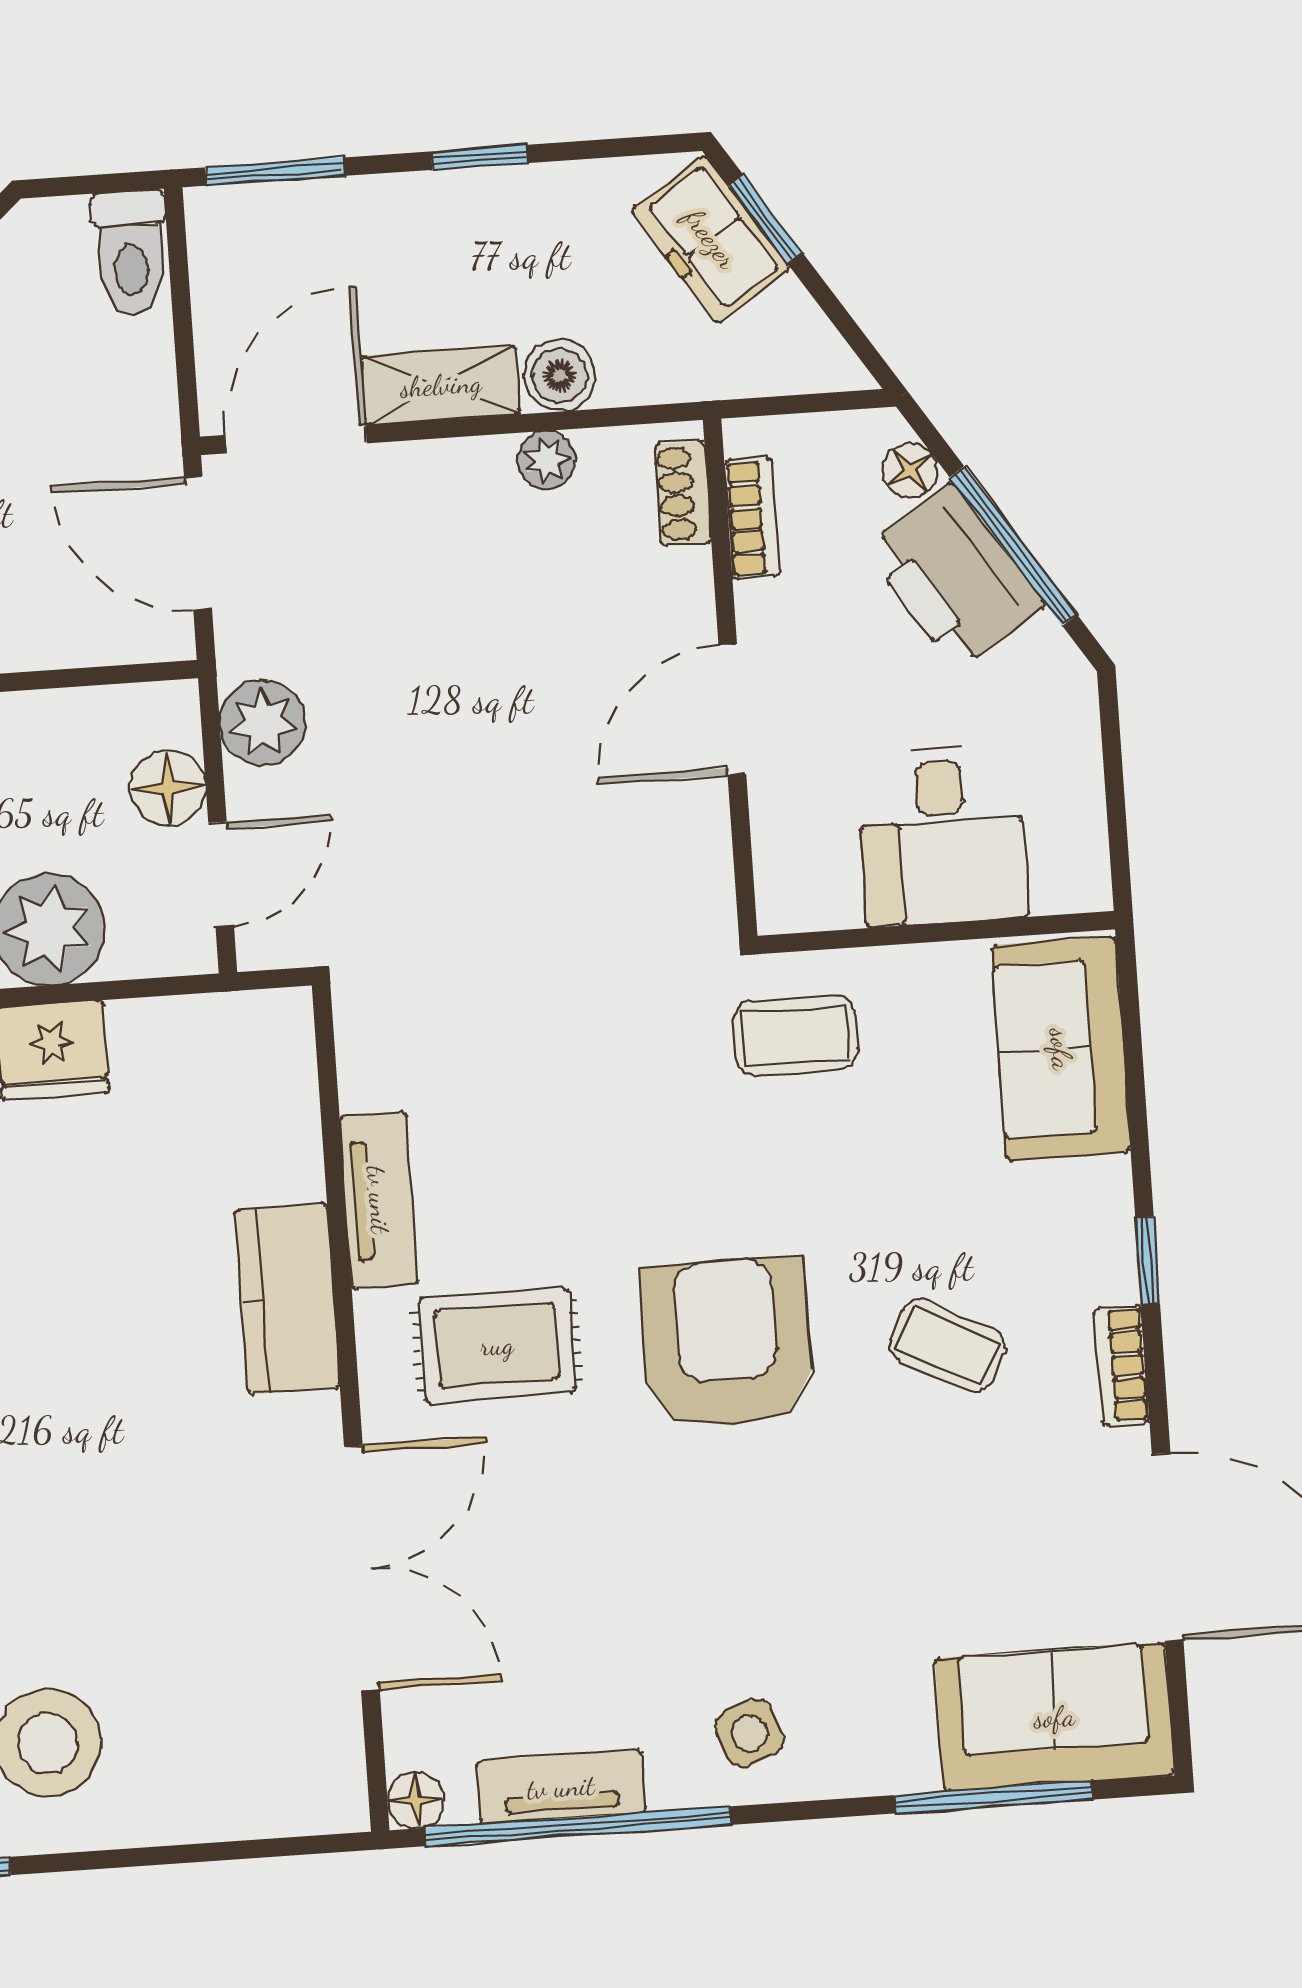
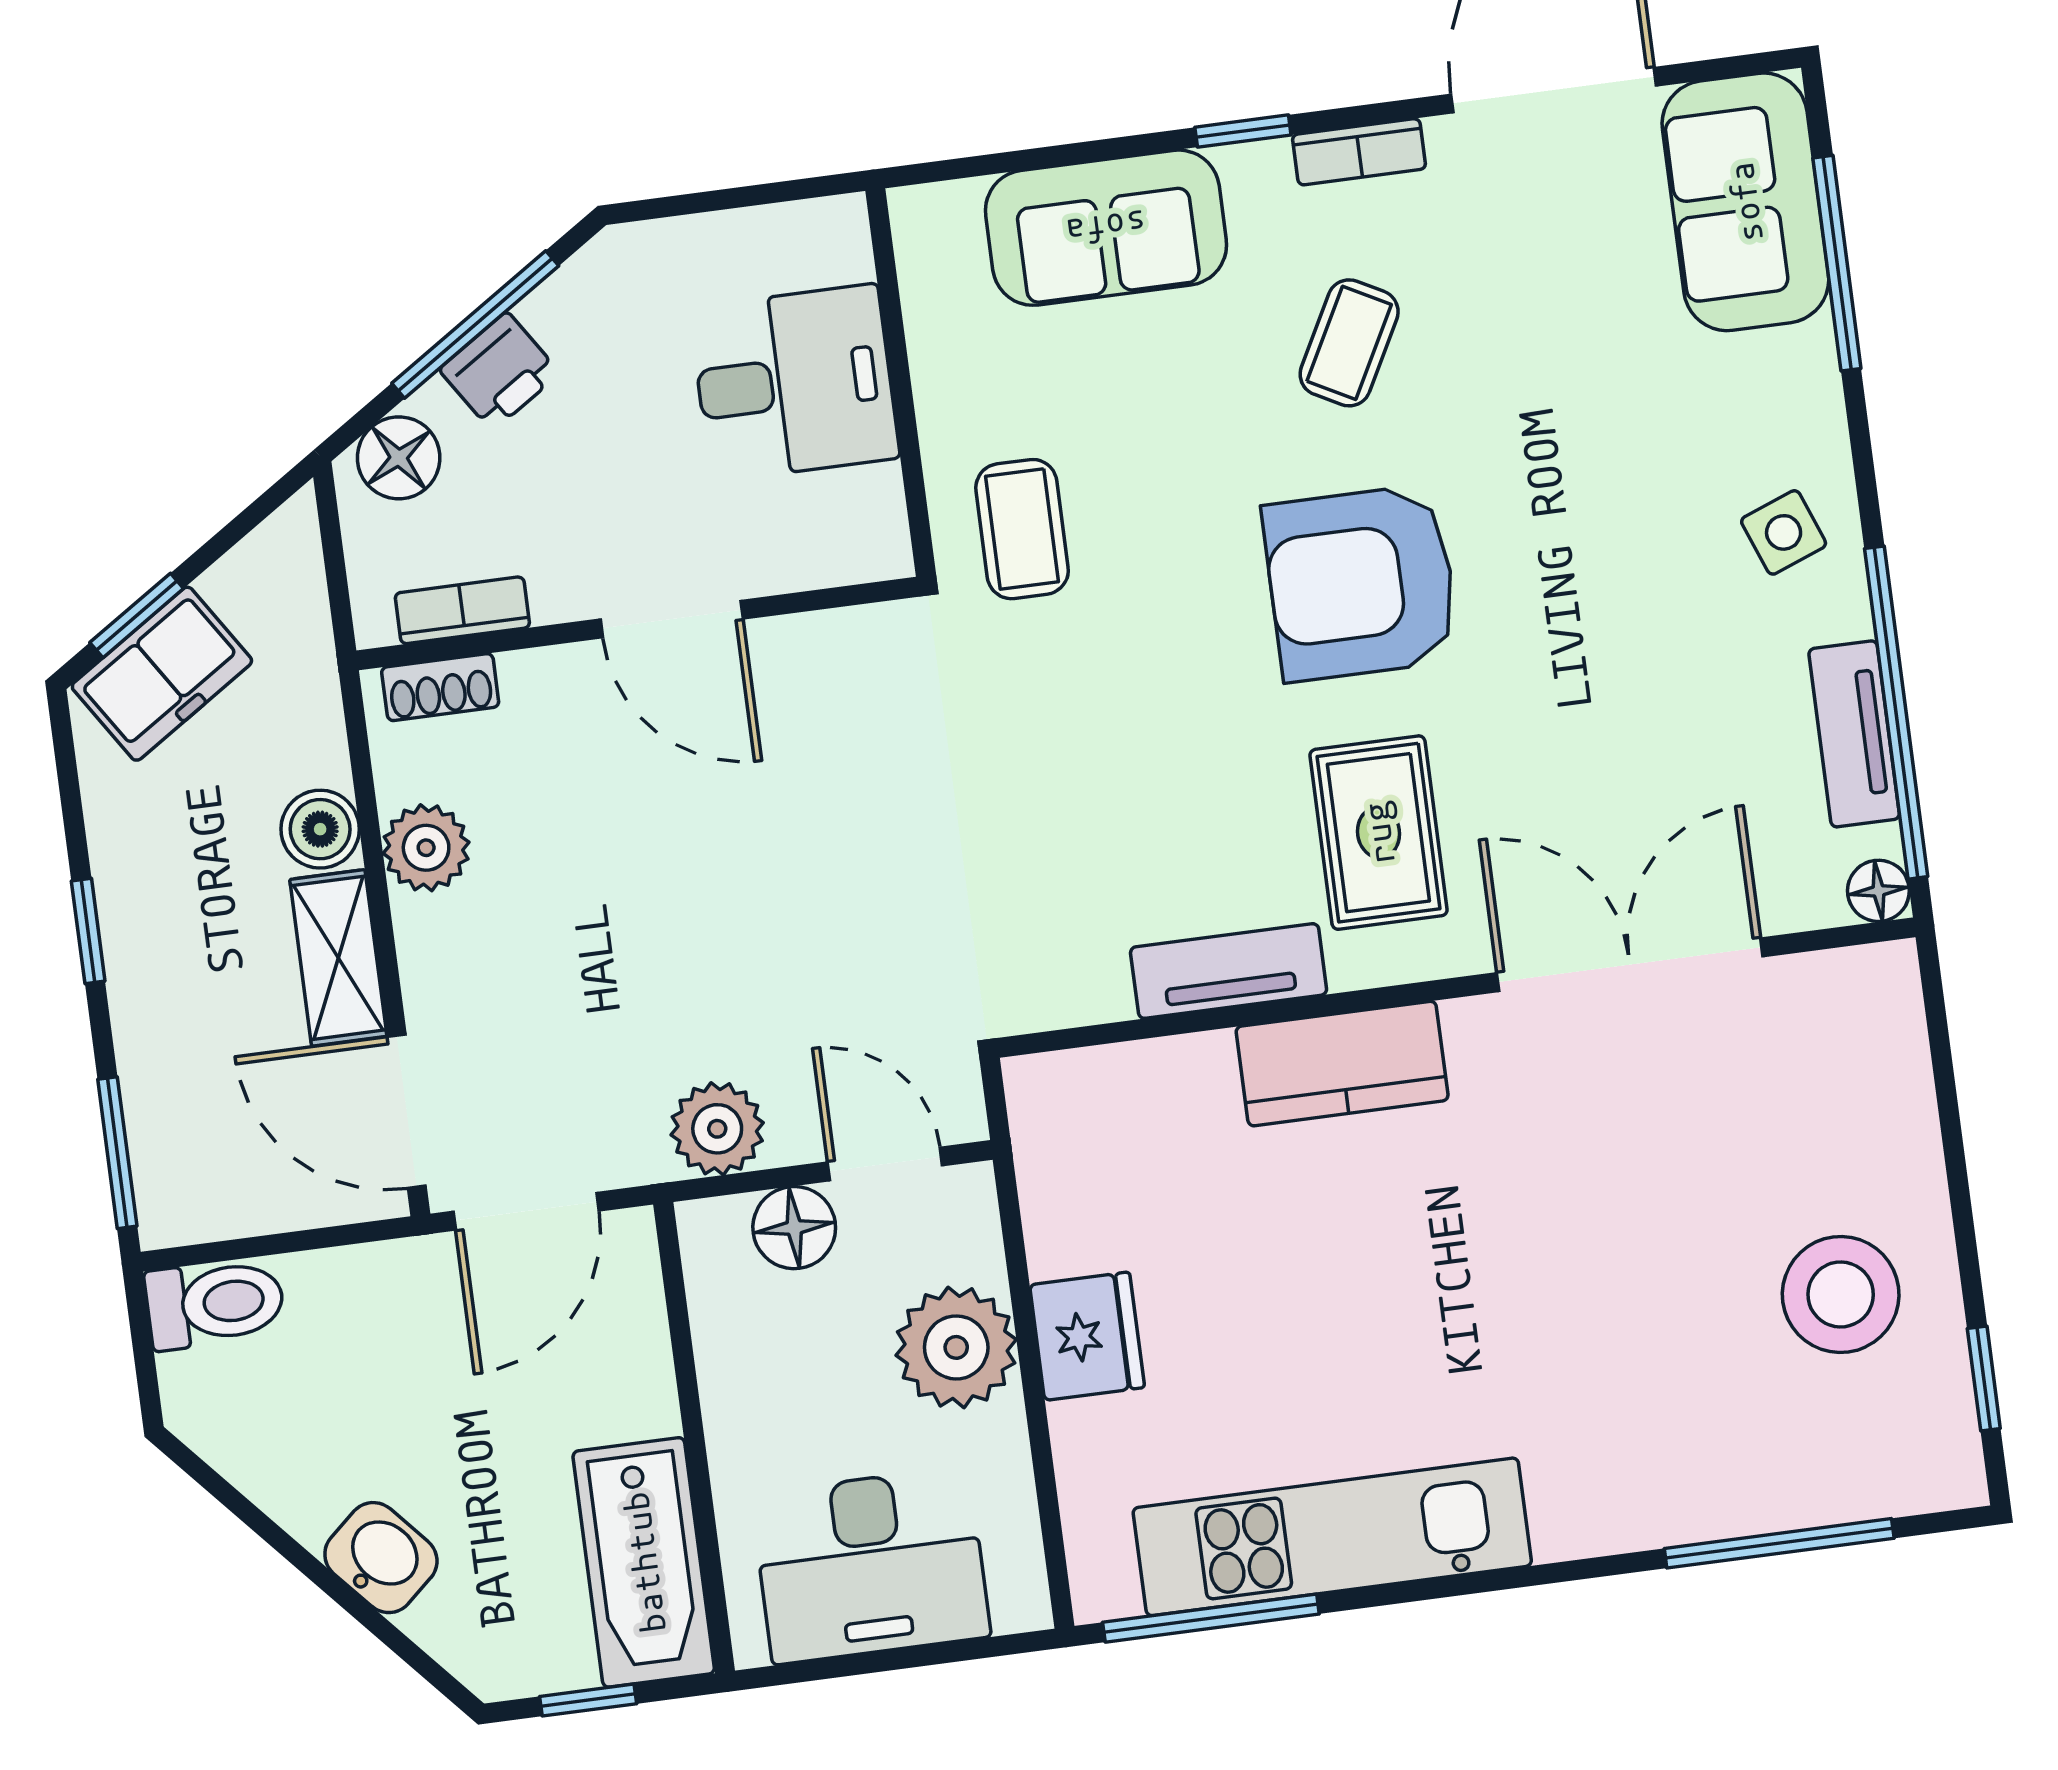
plant: (547, 460) -> (426, 848), width x1.38, depth x1.38
floor lamp: (910, 470) -> (399, 458), width x1.37, depth x1.37
printer: (955, 577) -> (500, 371), width x0.53, depth x0.68
sofa: (1061, 1049) -> (1106, 228), moved

